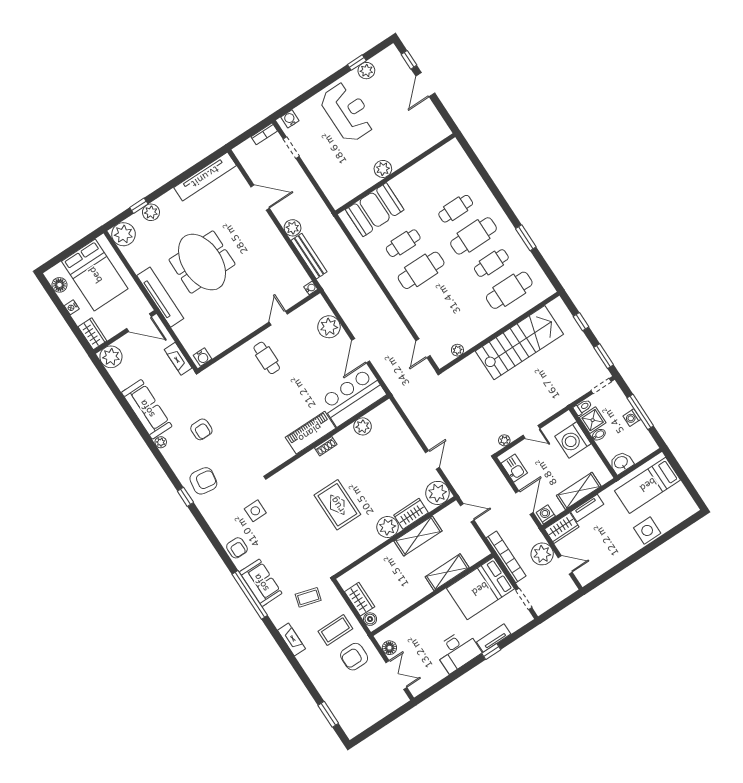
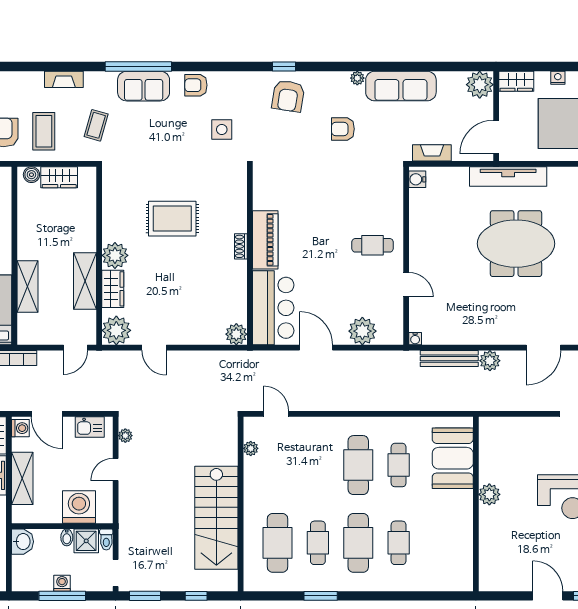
plant: (363, 426) -> (236, 334), moved

